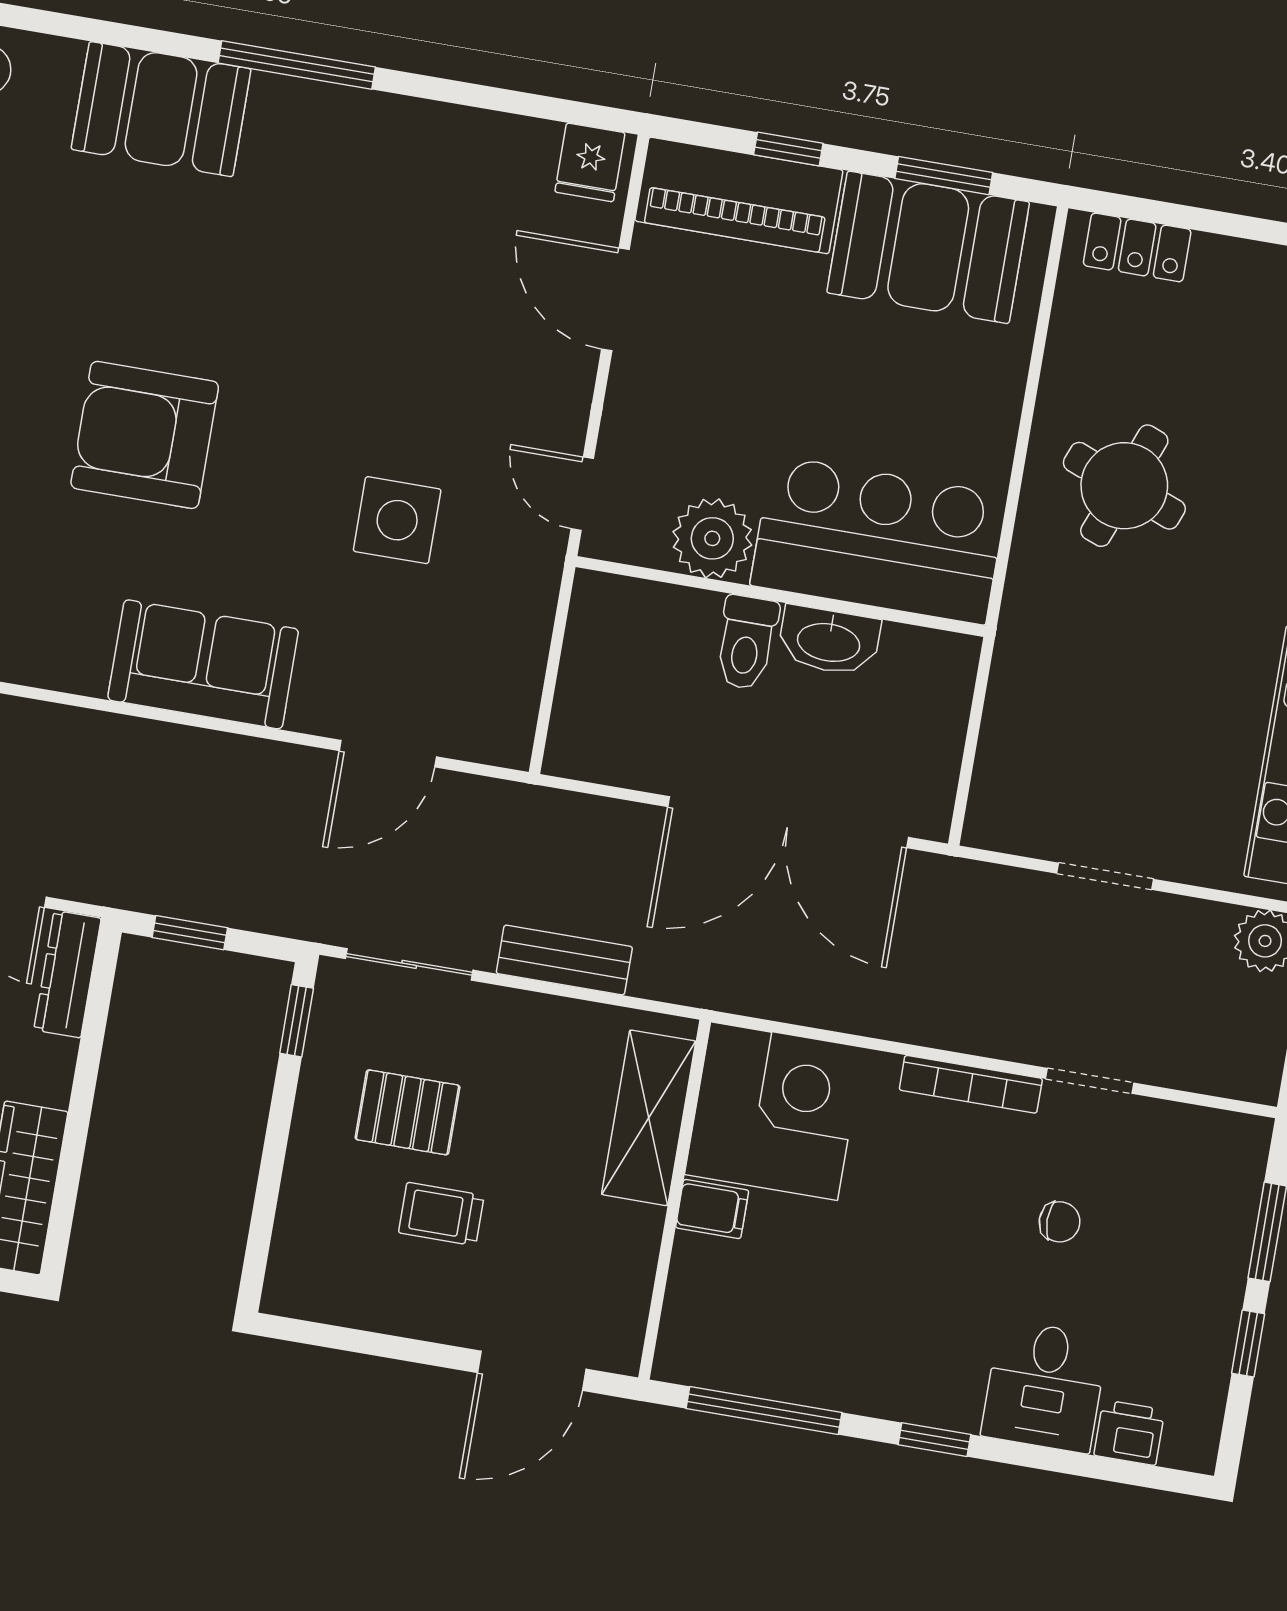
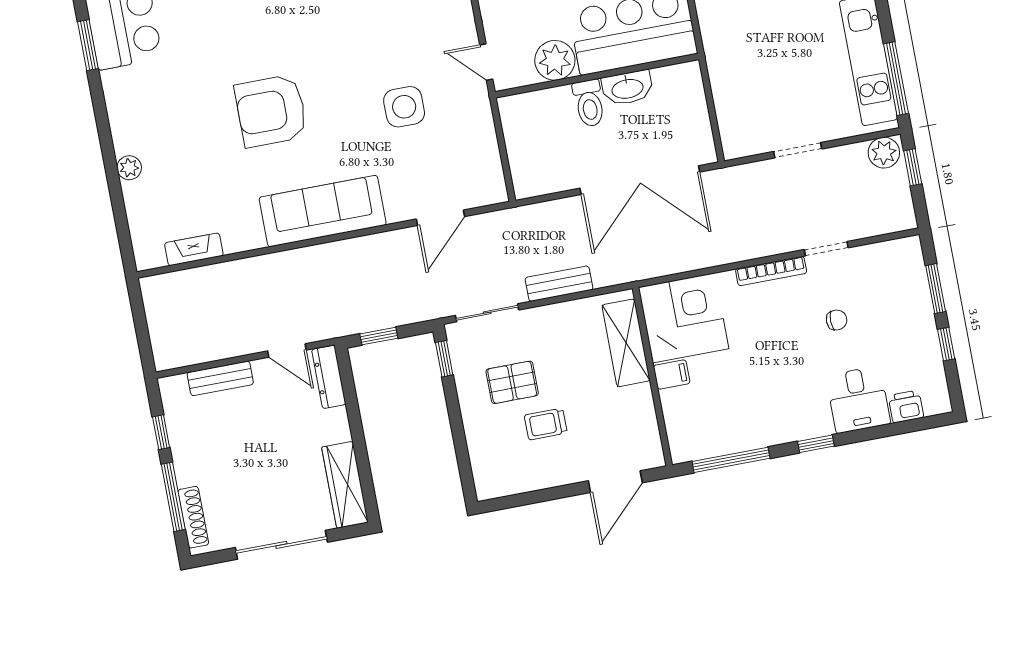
sofa: (203, 664) -> (323, 211), width x1.36

